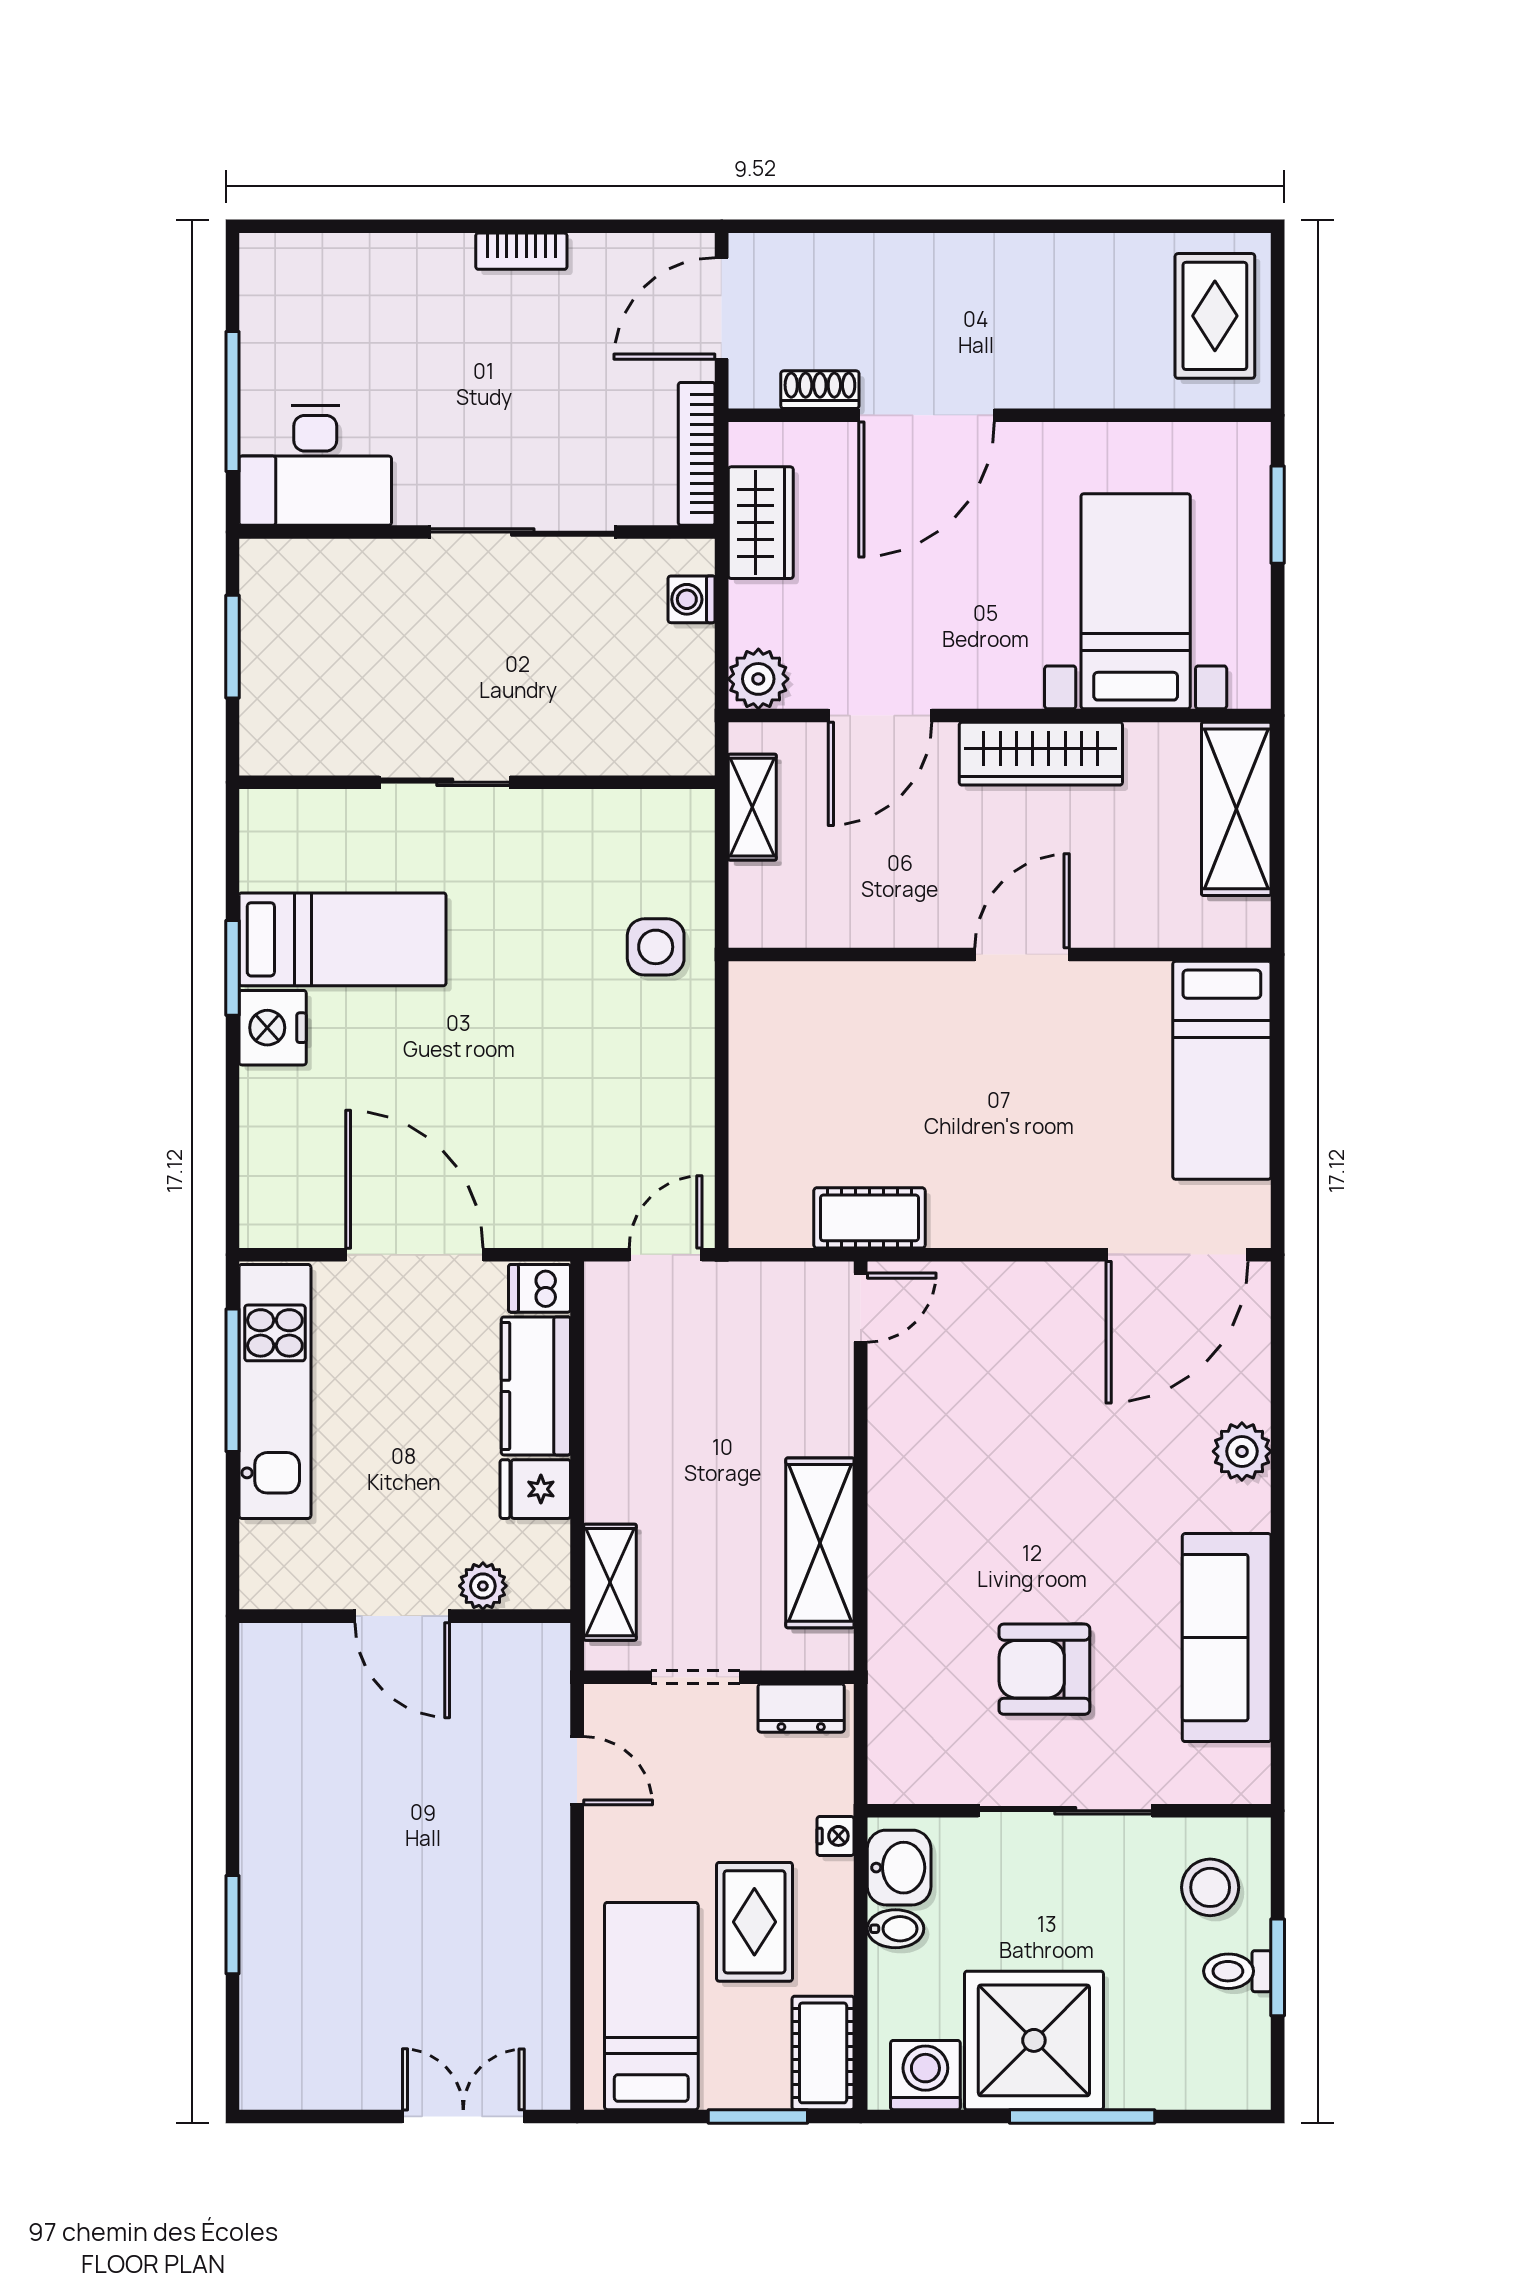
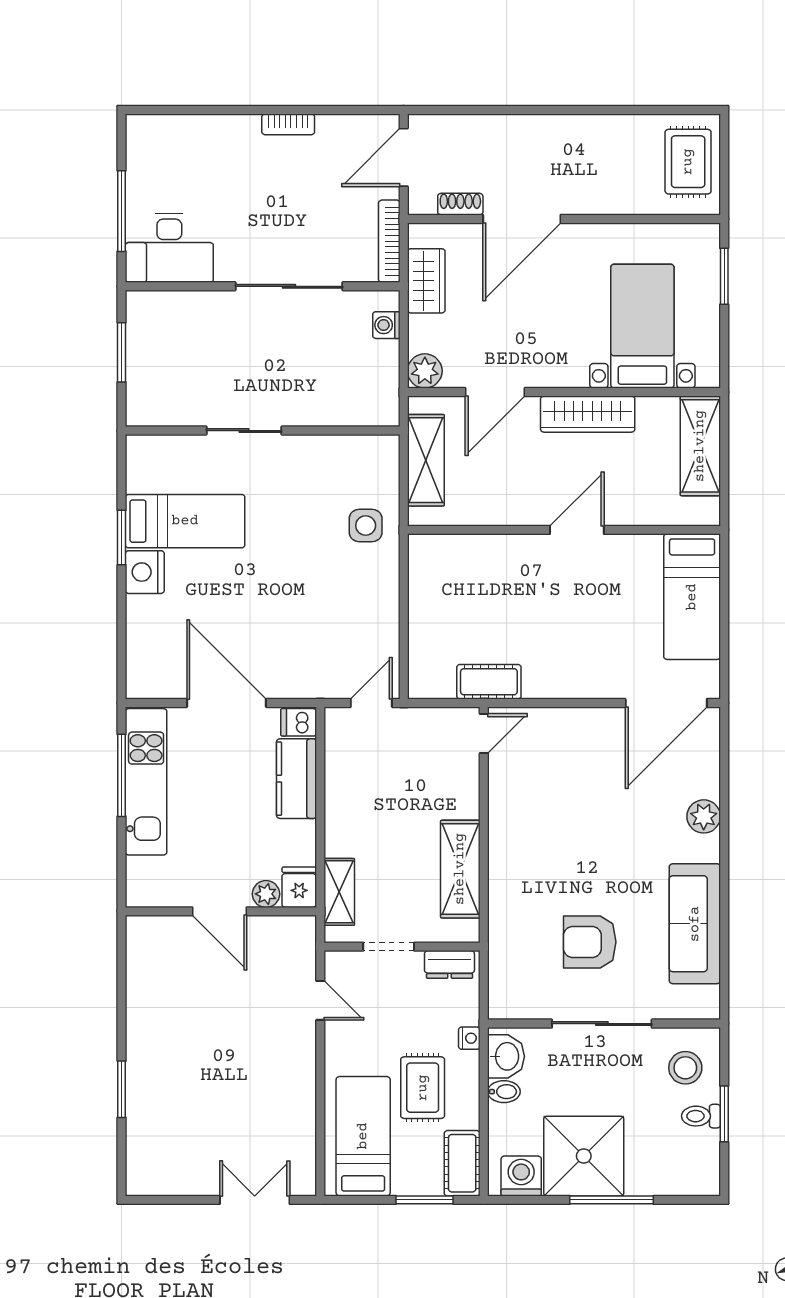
shelving: (752, 807) -> (426, 460), width x1.50, depth x1.33
fridge: (535, 1489) -> (299, 887), moved, turned 90

